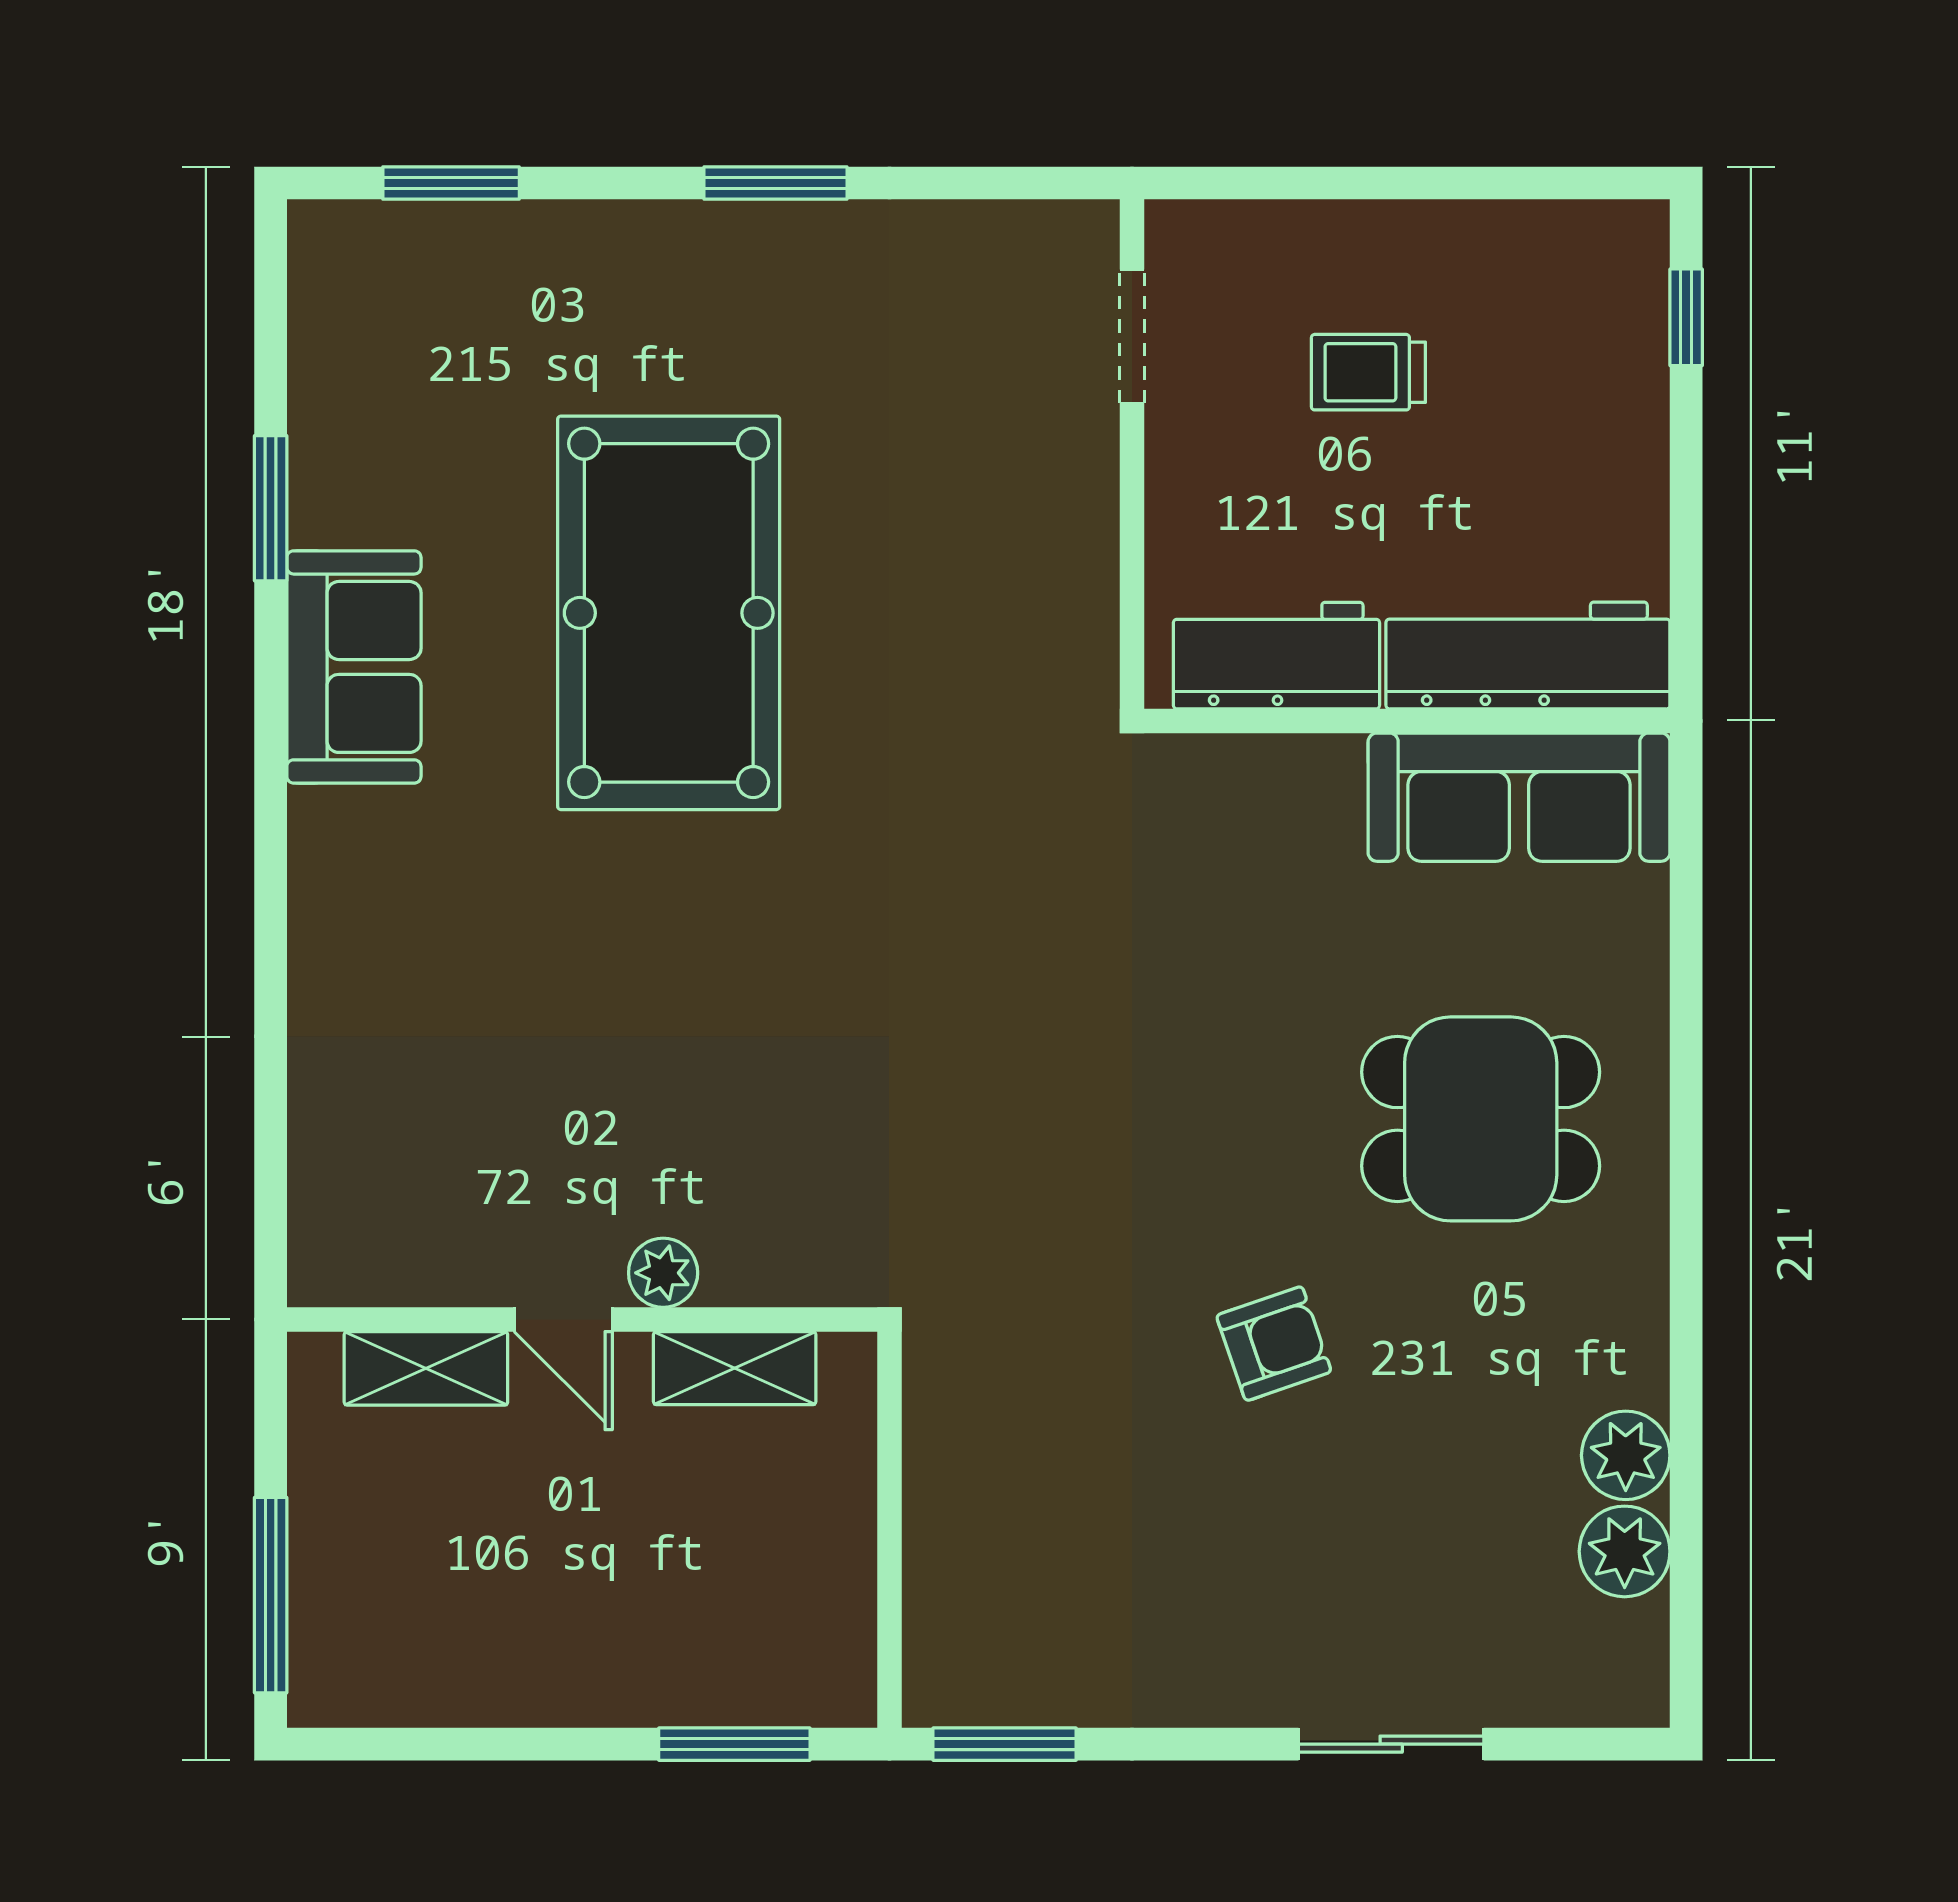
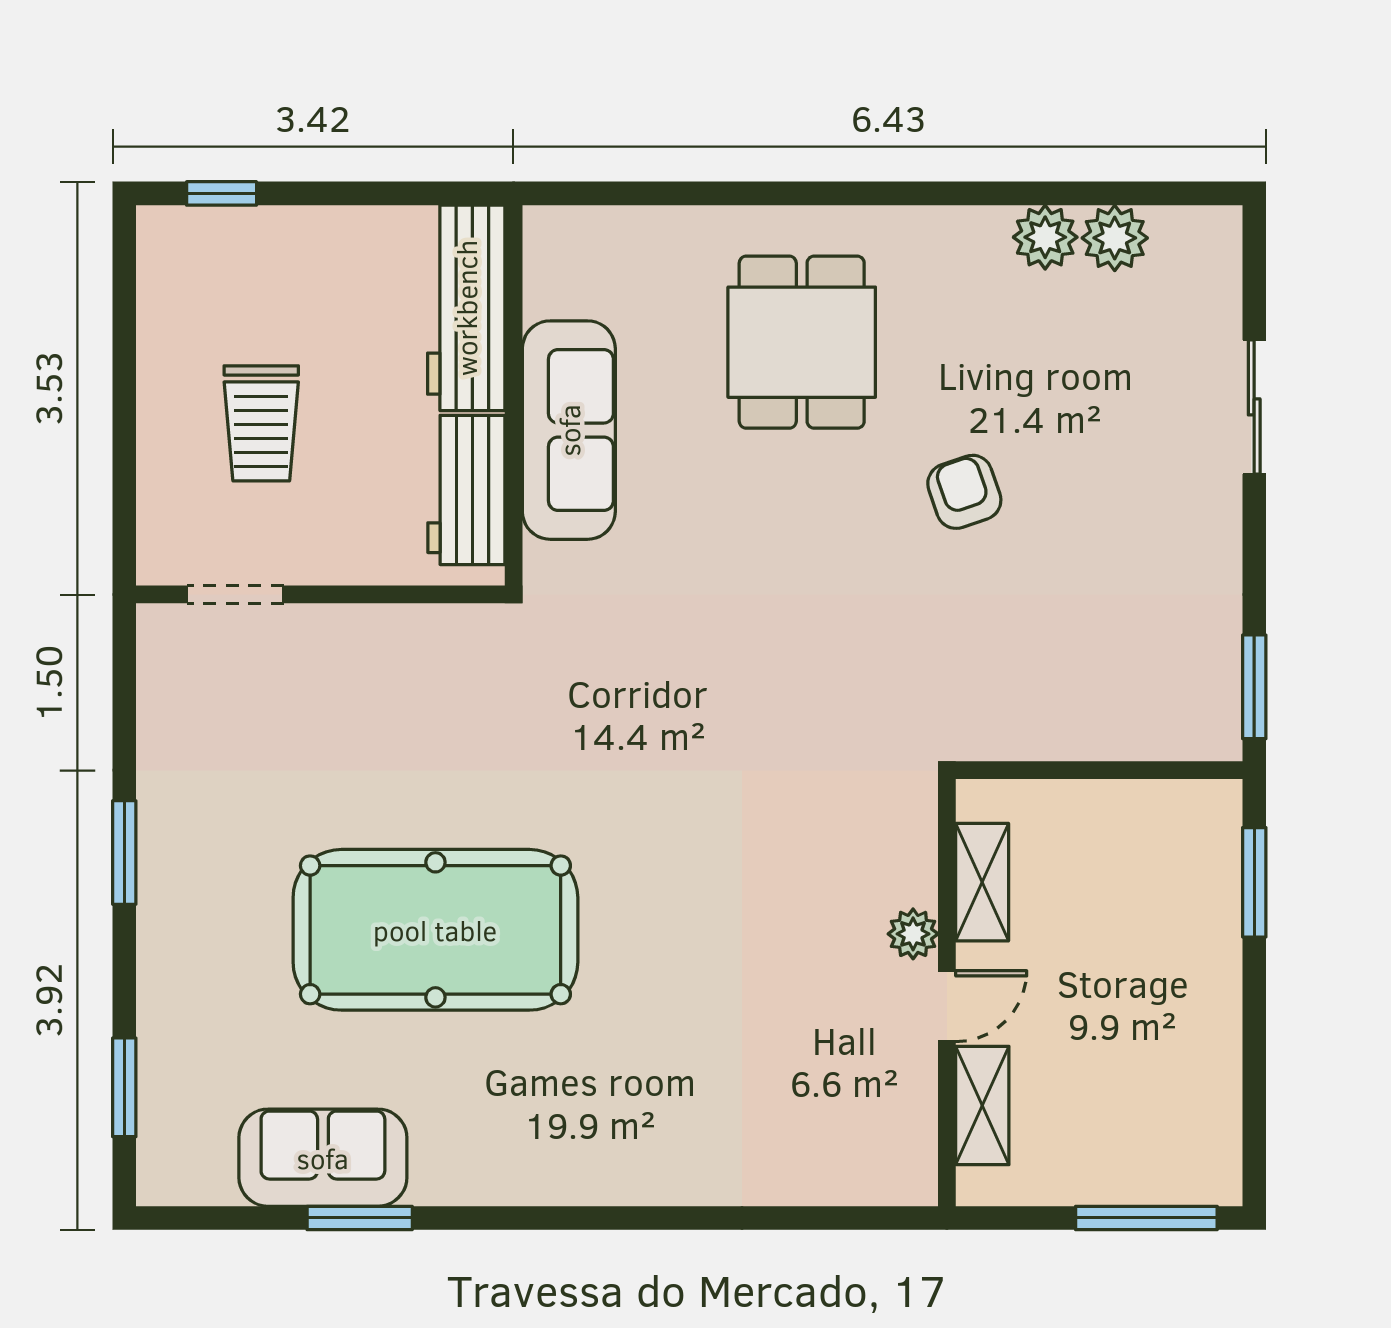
trolley: (1368, 372) -> (261, 423), width x1.36, depth x1.39
sofa: (354, 667) -> (323, 1158), moved
sofa: (1519, 797) -> (569, 430), moved

